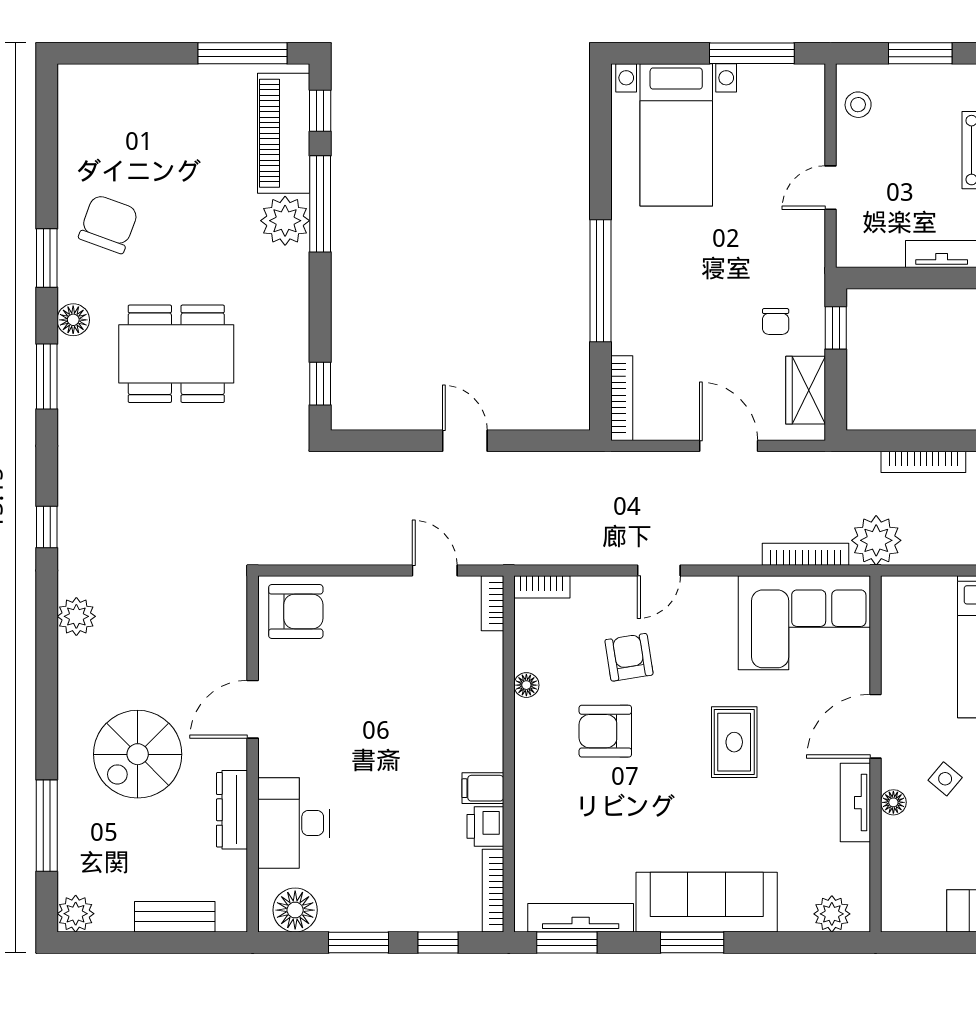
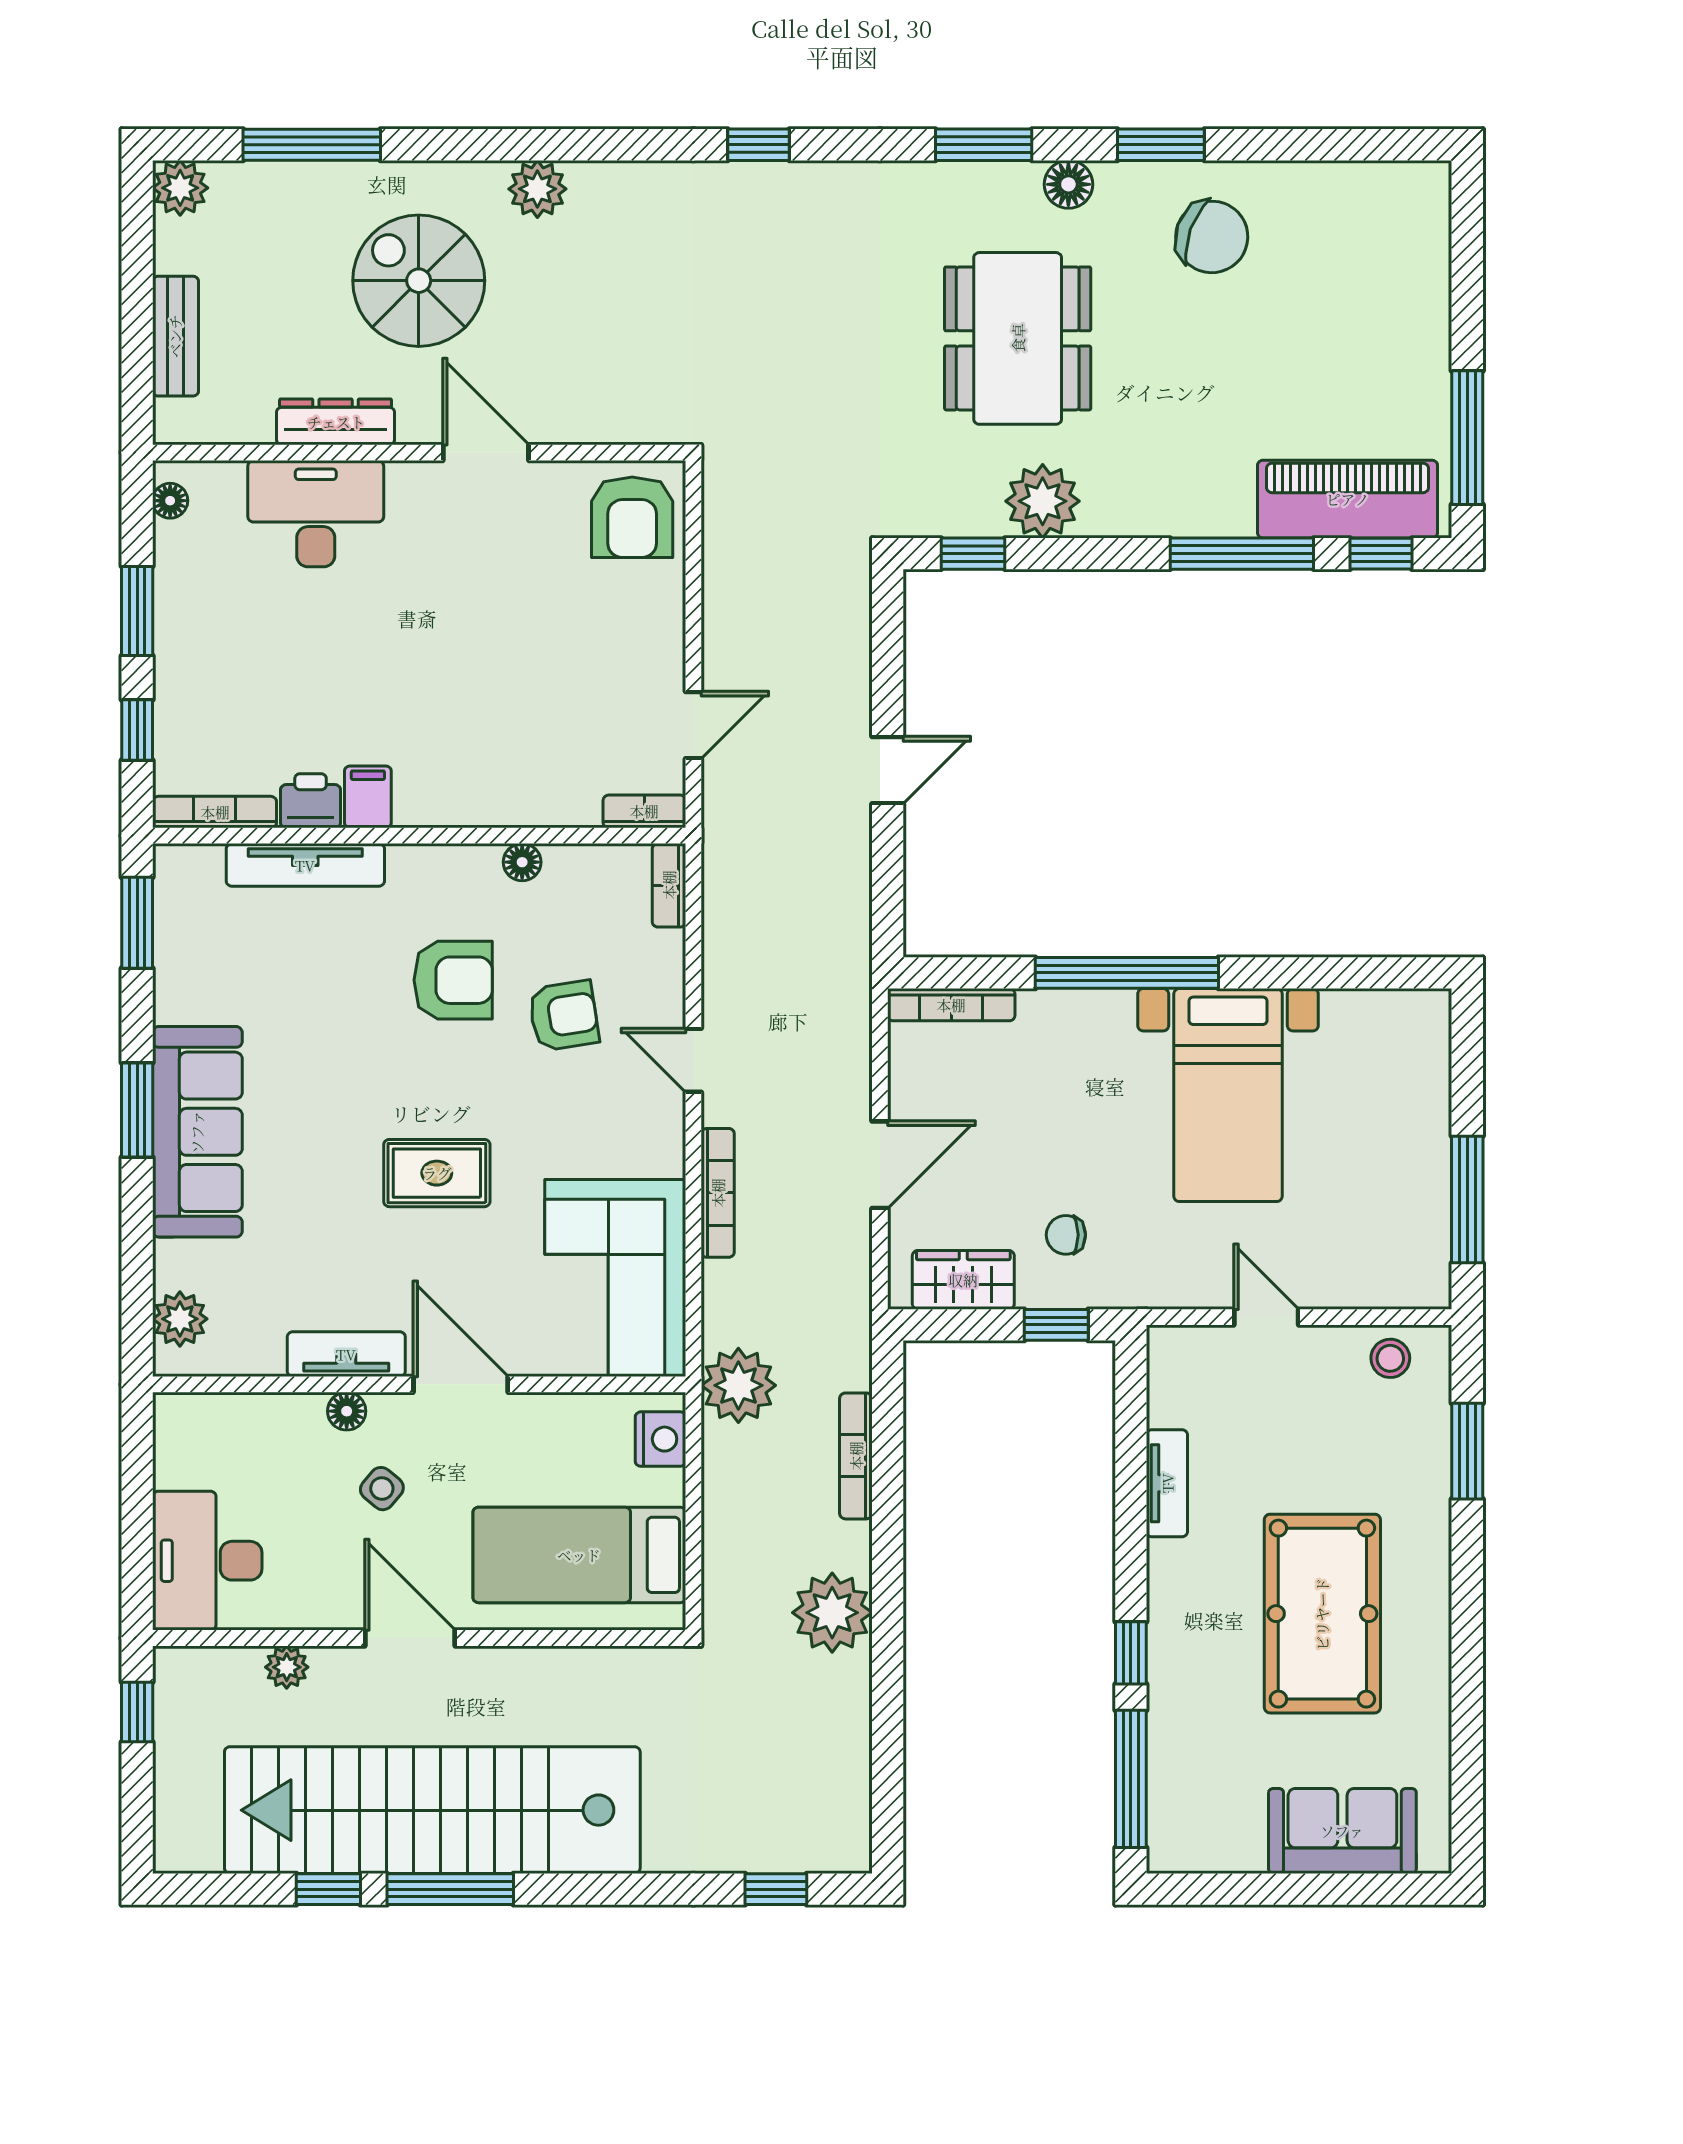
bed with nightstands: (676, 135) -> (1228, 1095), moved, turned -90
plant: (285, 221) -> (1043, 501), moved
bookcase: (805, 554) -> (718, 1193), moved
nightstand: (912, 593) -> (661, 1439), added
plant: (76, 616) -> (537, 189), moved
armchair: (605, 731) -> (453, 980), turned 90
floor lamp: (295, 910) -> (170, 501), width x0.53, depth x0.53
tv unit: (581, 918) -> (305, 865), moved, turned 90

